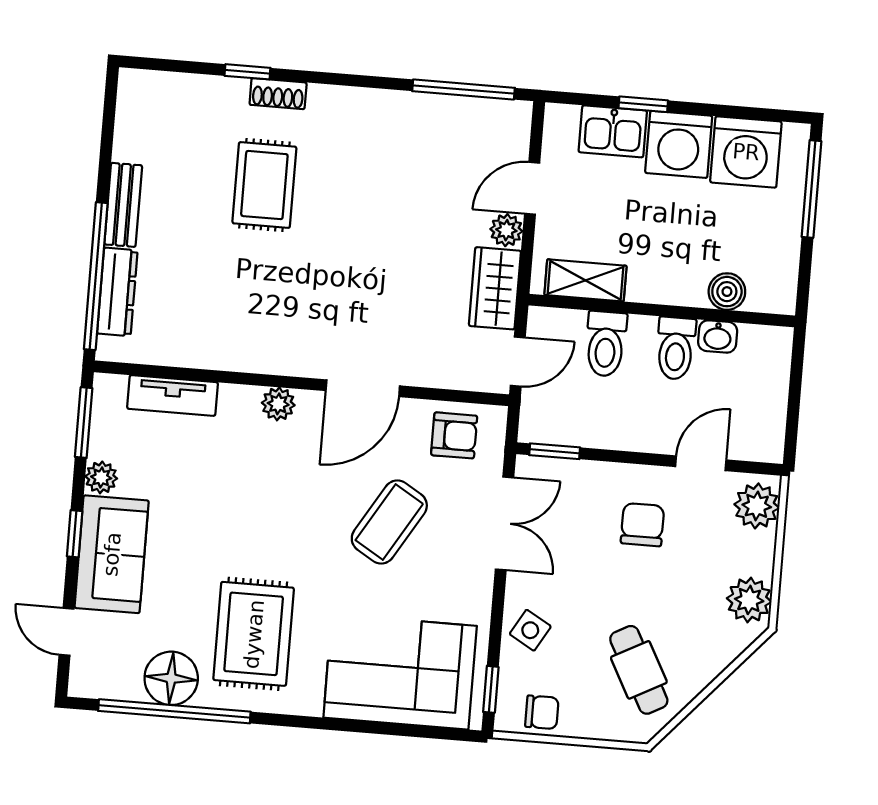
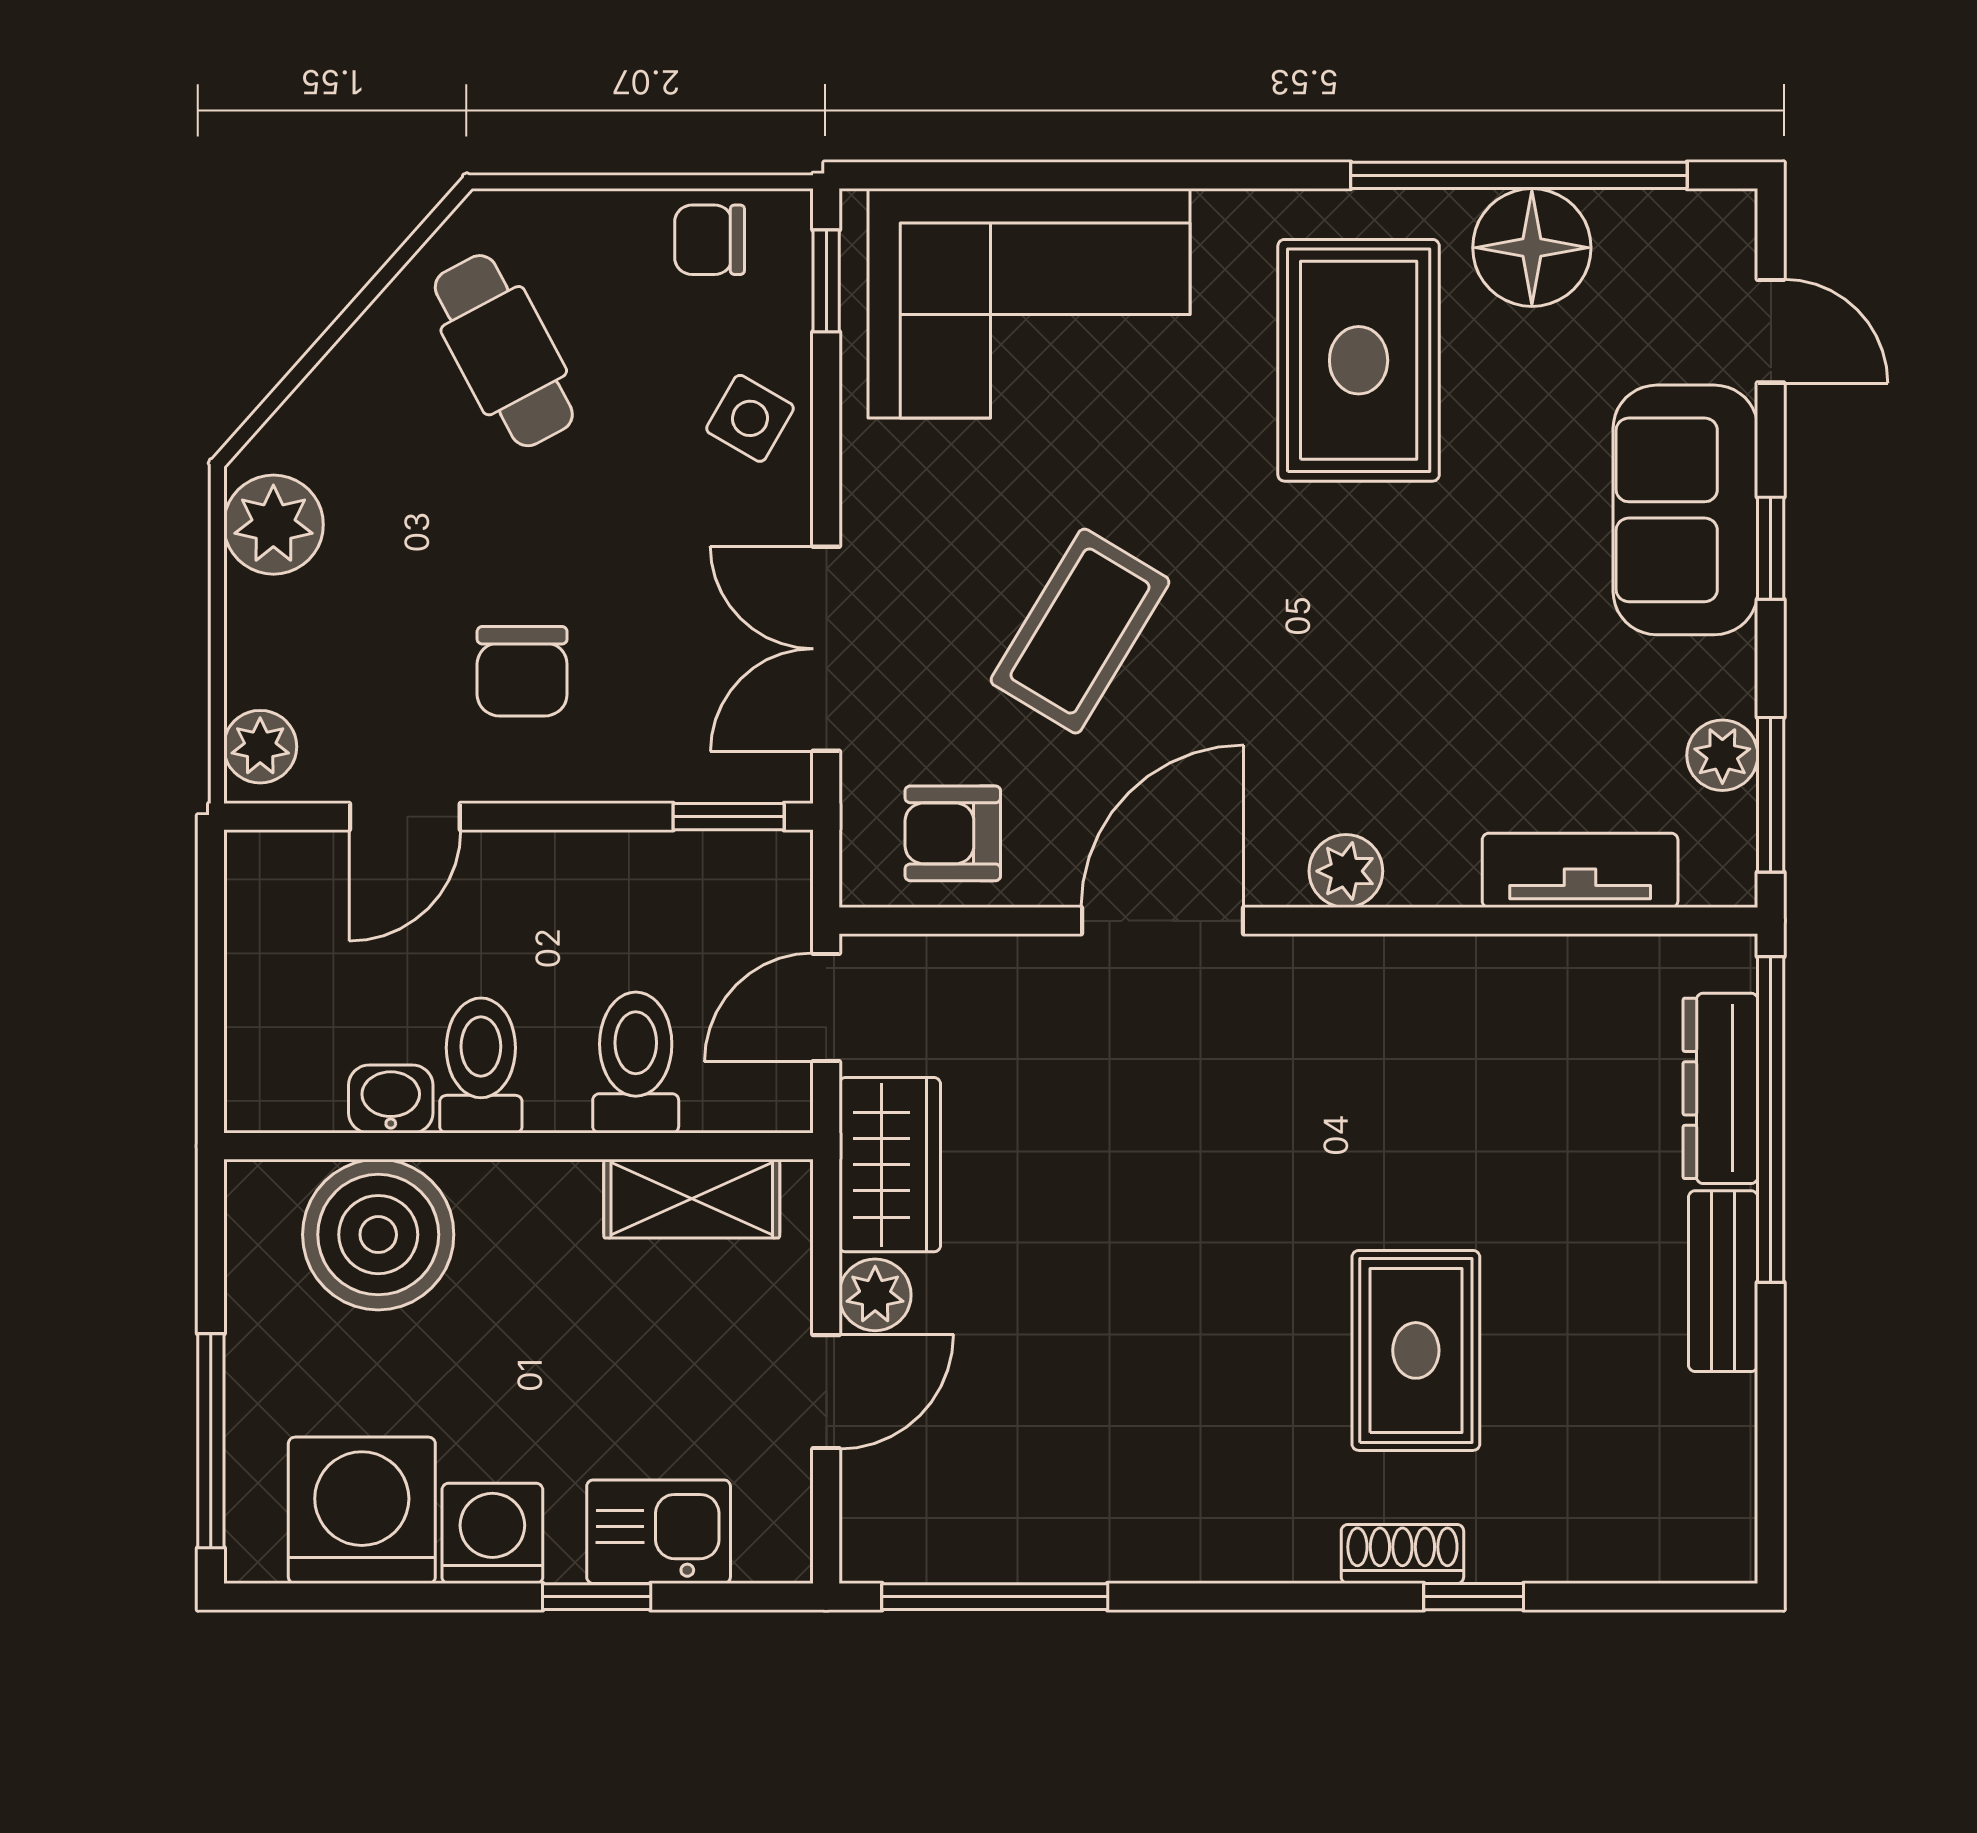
washing machine: (679, 144) -> (492, 1533), width x0.73, depth x0.73
boiler: (727, 292) -> (378, 1235), width x1.86, depth x1.86
plant: (101, 477) -> (1722, 755), moved
plant: (757, 506) -> (260, 747), width x0.73, depth x0.73

